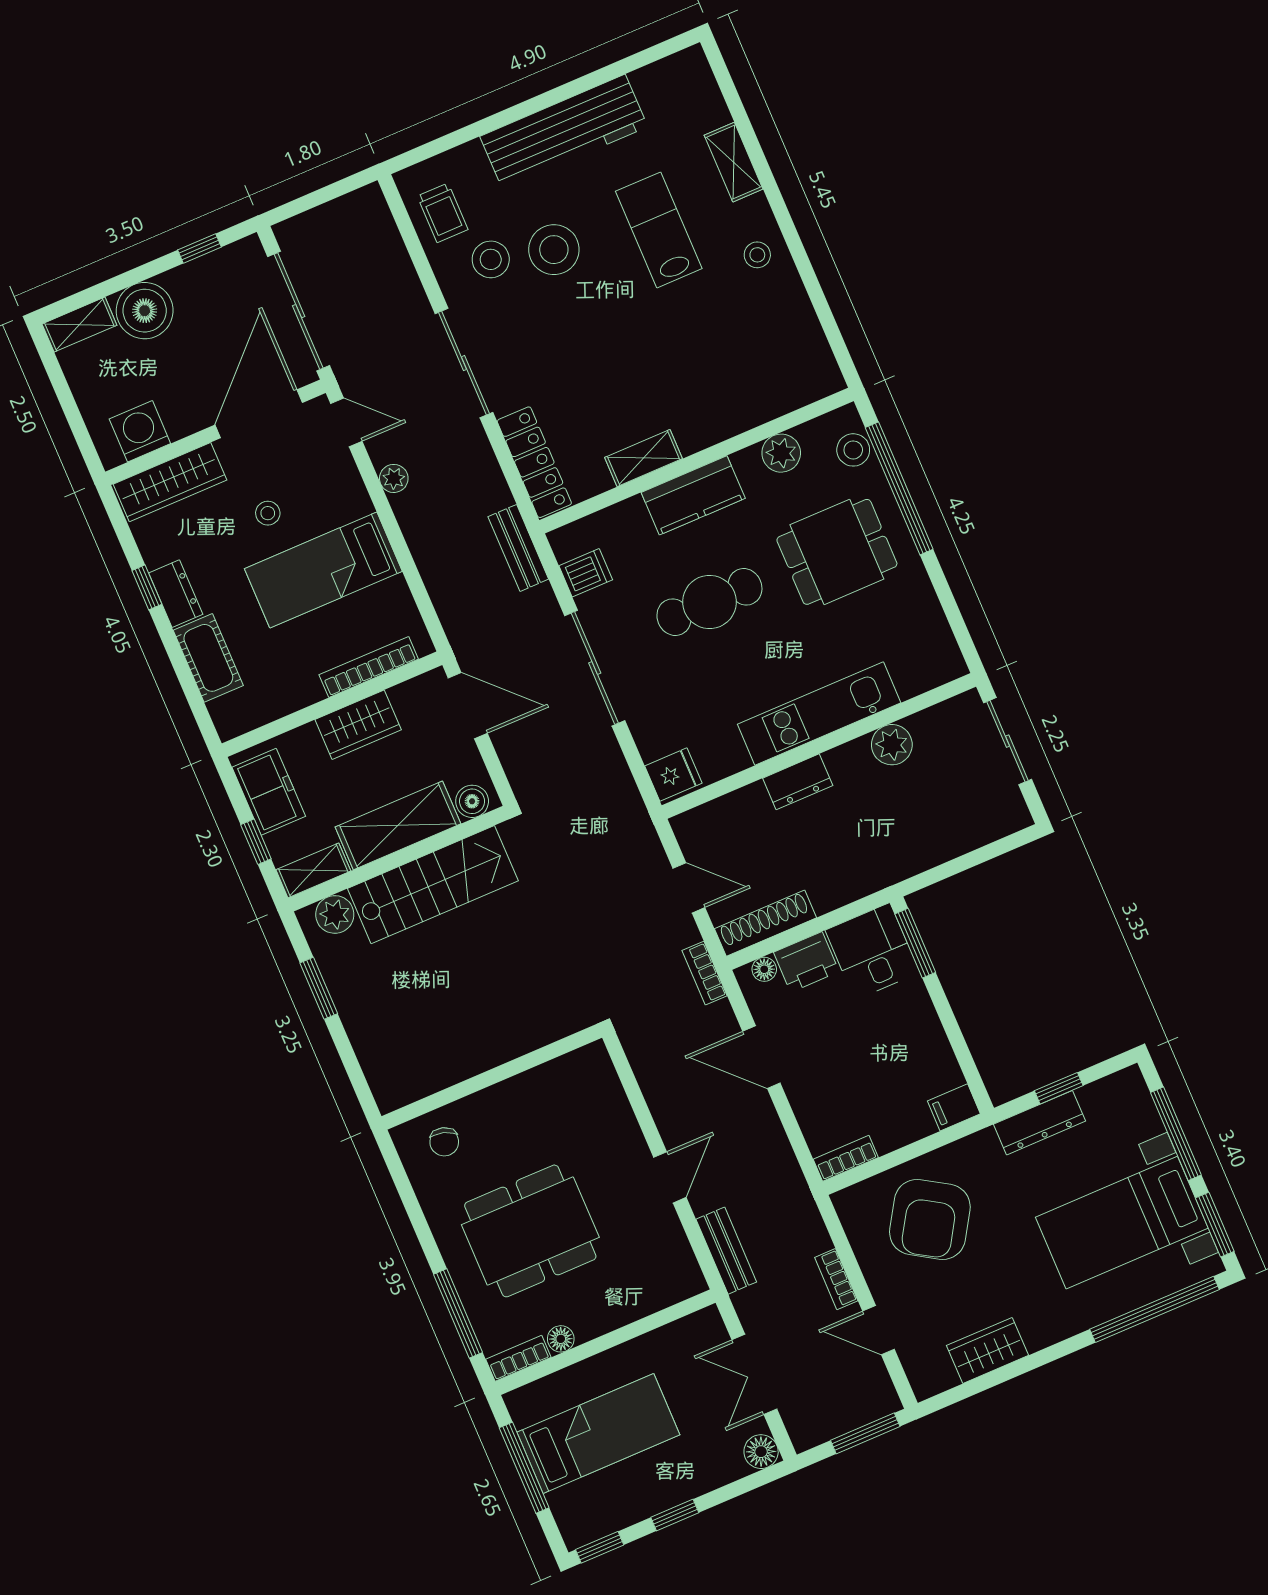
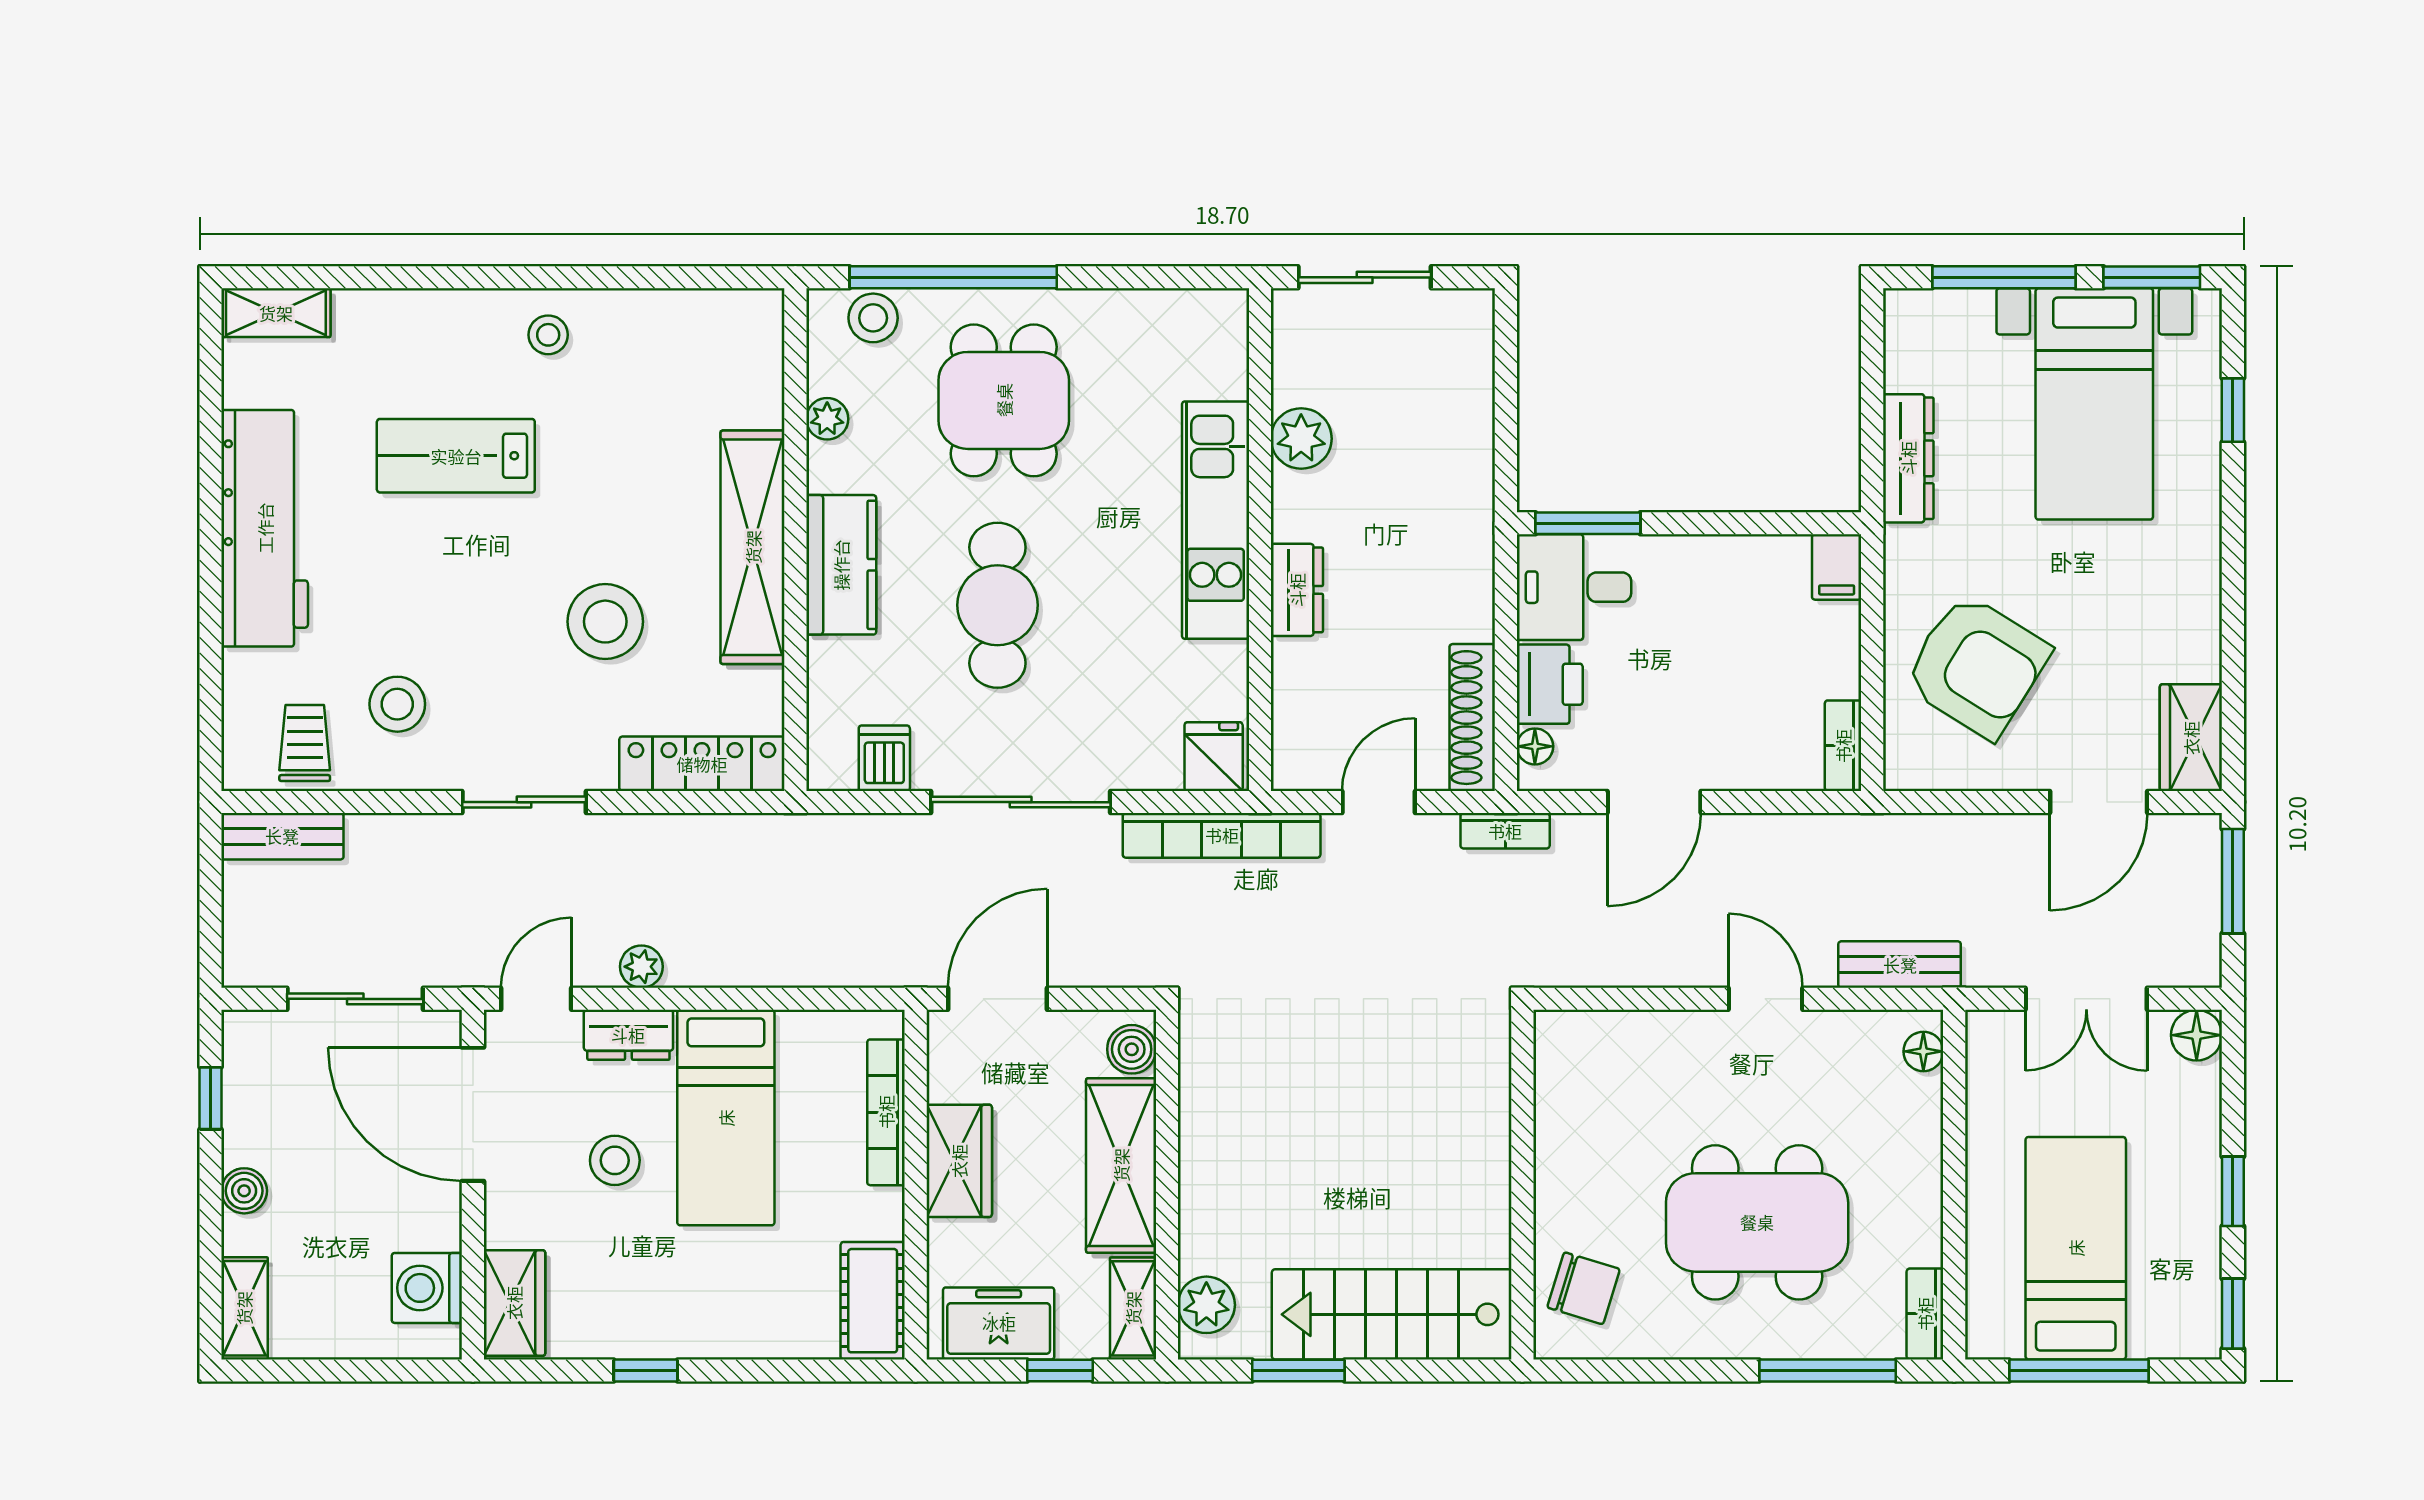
shelving: (734, 162) -> (276, 313), moved
trolley: (443, 213) -> (305, 743), turned -90
stool: (554, 250) -> (605, 622), moved
boiler: (145, 311) -> (244, 1191), width x0.54, depth x0.54
sliding door: (299, 311) -> (355, 999), width x0.73
sliding door: (464, 363) -> (524, 802), width x0.73
plant: (781, 453) -> (827, 419), width x0.73, depth x0.73
shelving: (644, 458) -> (753, 547), width x2.20, depth x1.33
wardrobe: (170, 482) -> (514, 1303), width x0.67
stool: (268, 513) -> (615, 1160), width x1.37, depth x1.37
bench: (518, 548) -> (282, 836), moved
dresser: (176, 594) -> (628, 1035), moved, turned 180
cot: (208, 658) -> (873, 1301), moved, turned 90
stairs: (433, 885) -> (1392, 1314), moved, turned -90
window: (1059, 1088) -> (1872, 411), removed
chair: (444, 1142) -> (1584, 1288), width x1.37, depth x1.37
dining table: (530, 1231) -> (1757, 1222), turned 90
bookcase: (836, 1279) -> (1222, 835), moved, width x2.31, depth x1.31
window: (1155, 1309) -> (2233, 410), width x0.32
door: (878, 1330) -> (2099, 802), width x1.38
floor lamp: (561, 1339) -> (1923, 1051), moved
wardrobe: (988, 1350) -> (2191, 738), moved

